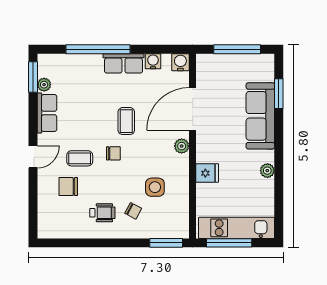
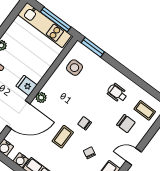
coffee table: (80, 158) -> (145, 110), moved
fridge: (207, 173) -> (27, 85), moved
side table: (155, 187) -> (74, 68), moved
chair: (133, 211) -> (89, 153), moved

